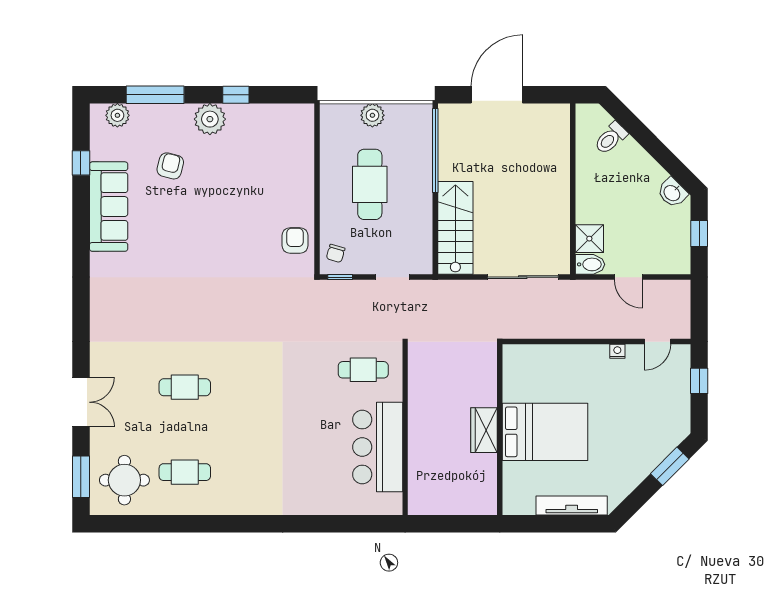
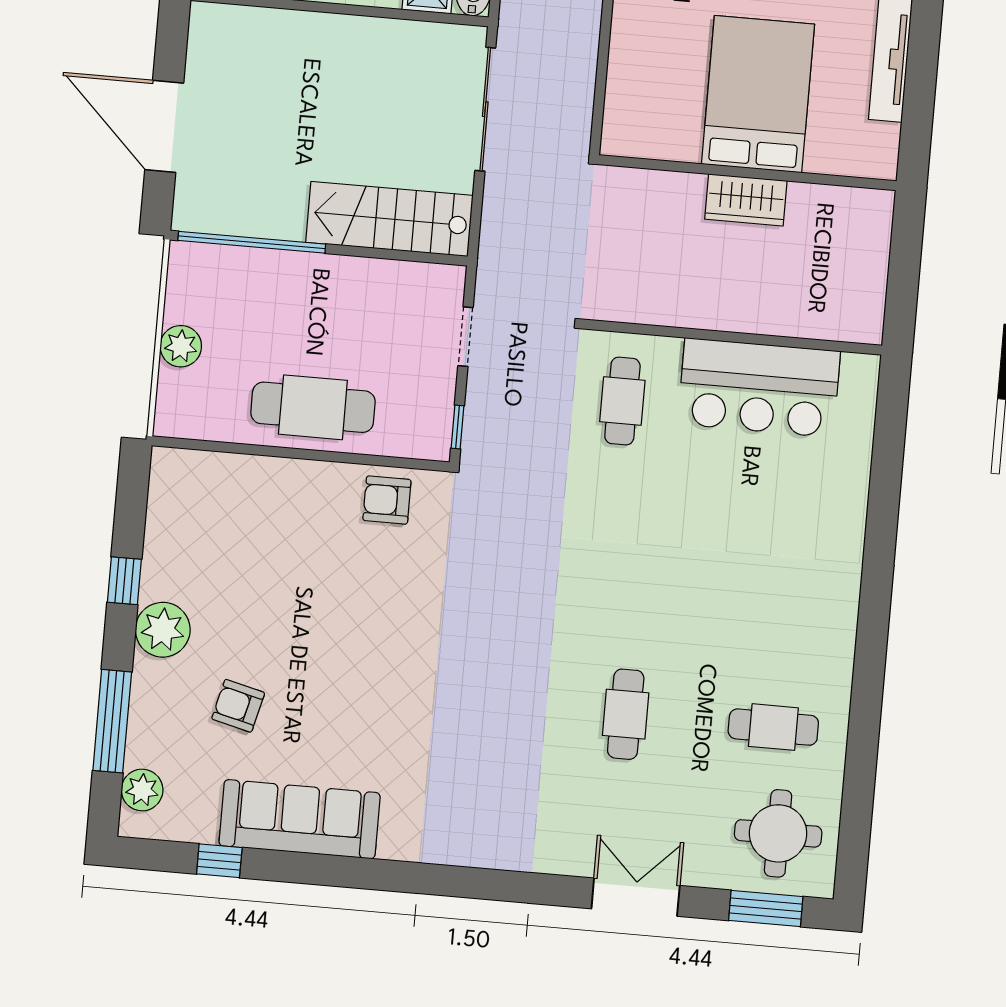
cafe table: (370, 184) -> (313, 407), moved
chair: (336, 253) -> (416, 431), removed
cafe table: (185, 472) -> (773, 727), turned 90

